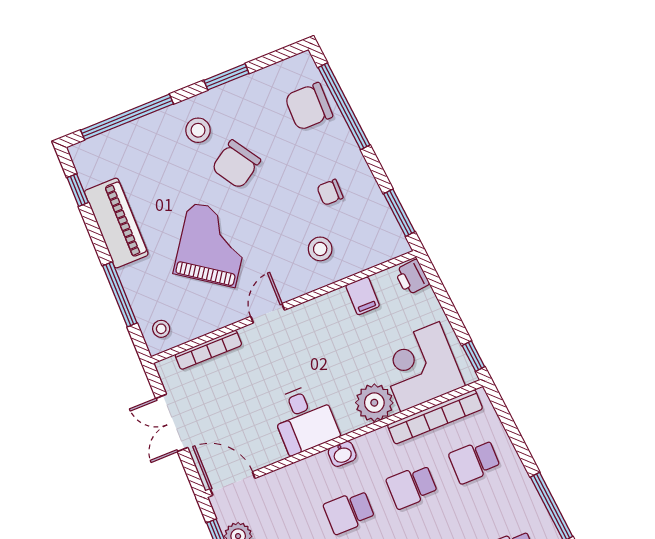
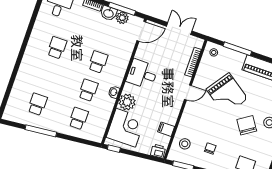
stool: (320, 249) -> (185, 144), moved
door: (268, 313) -> (188, 92), hinge flipped
bookcase: (435, 417) -> (105, 118), removed
washbasin: (342, 454) -> (114, 92), moved

